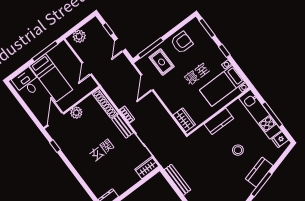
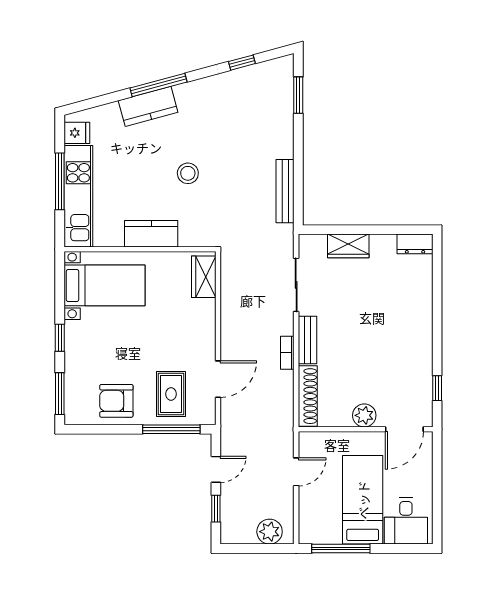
stool: (238, 150) -> (188, 173), moved
wardrobe: (147, 168) -> (348, 246), moved

